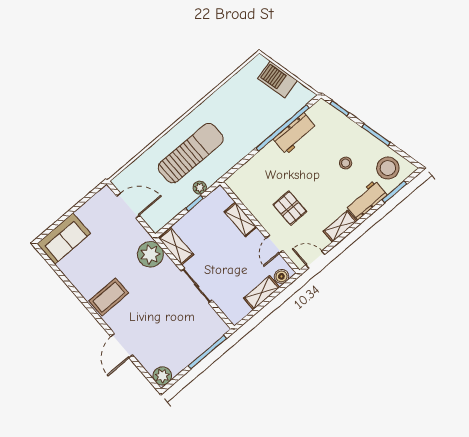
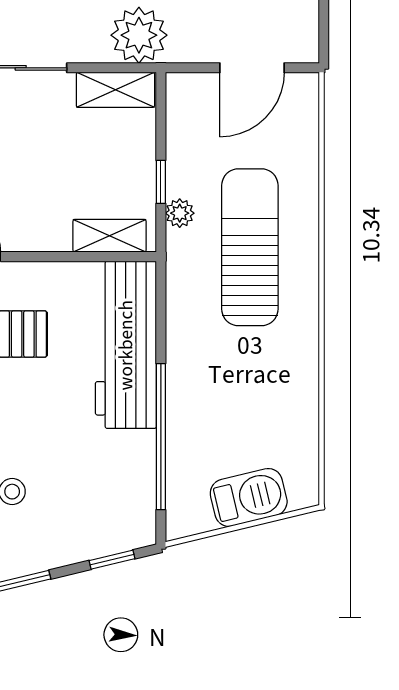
workbench: (295, 134) -> (126, 345), moved, width x1.88, depth x1.32
sun lounger: (191, 153) -> (250, 247), turned 180
shelving: (241, 219) -> (110, 236), moved

